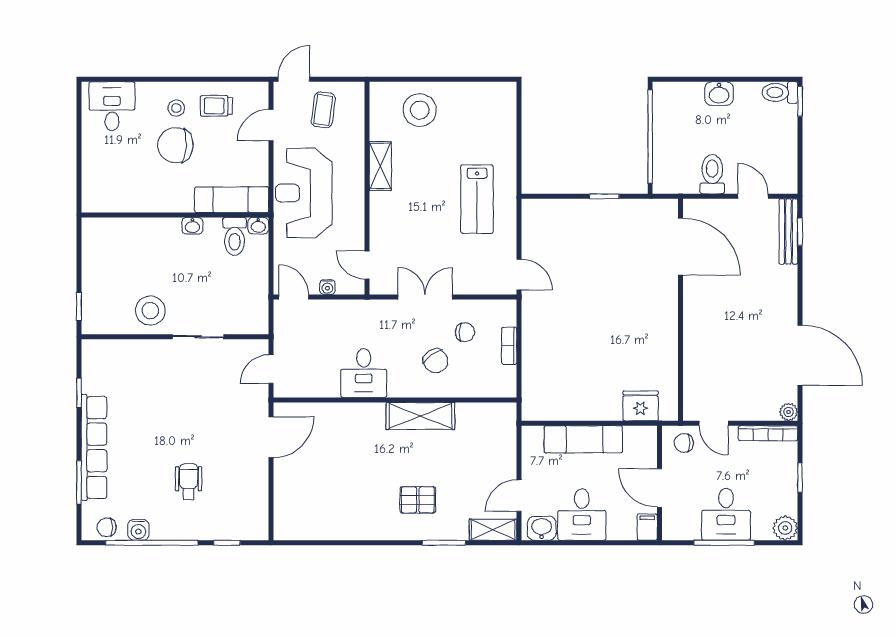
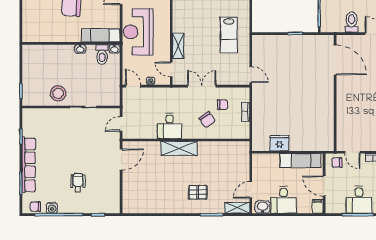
shelving: (380, 166) -> (178, 46), moved
fridge: (640, 406) -> (280, 143), moved
shelving: (420, 416) -> (179, 148), moved
exam couch: (583, 439) -> (300, 161), moved

